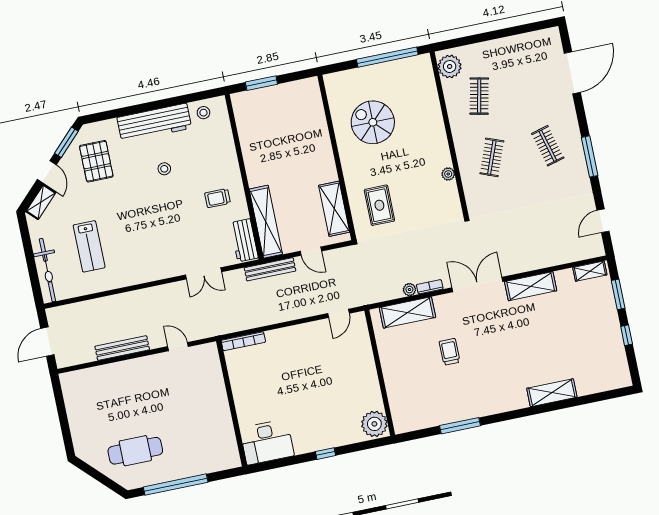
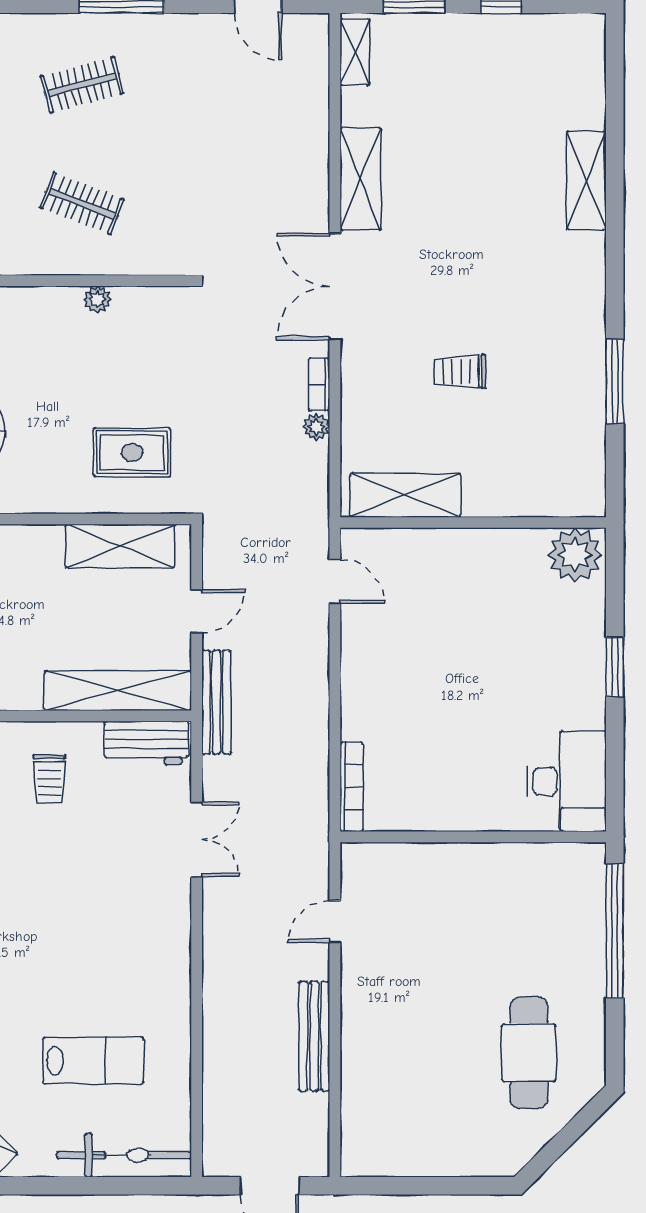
shelving: (407, 312) -> (405, 495), moved, turned 90
window: (325, 454) -> (615, 667), width x1.50
window: (176, 485) -> (615, 931), moved

